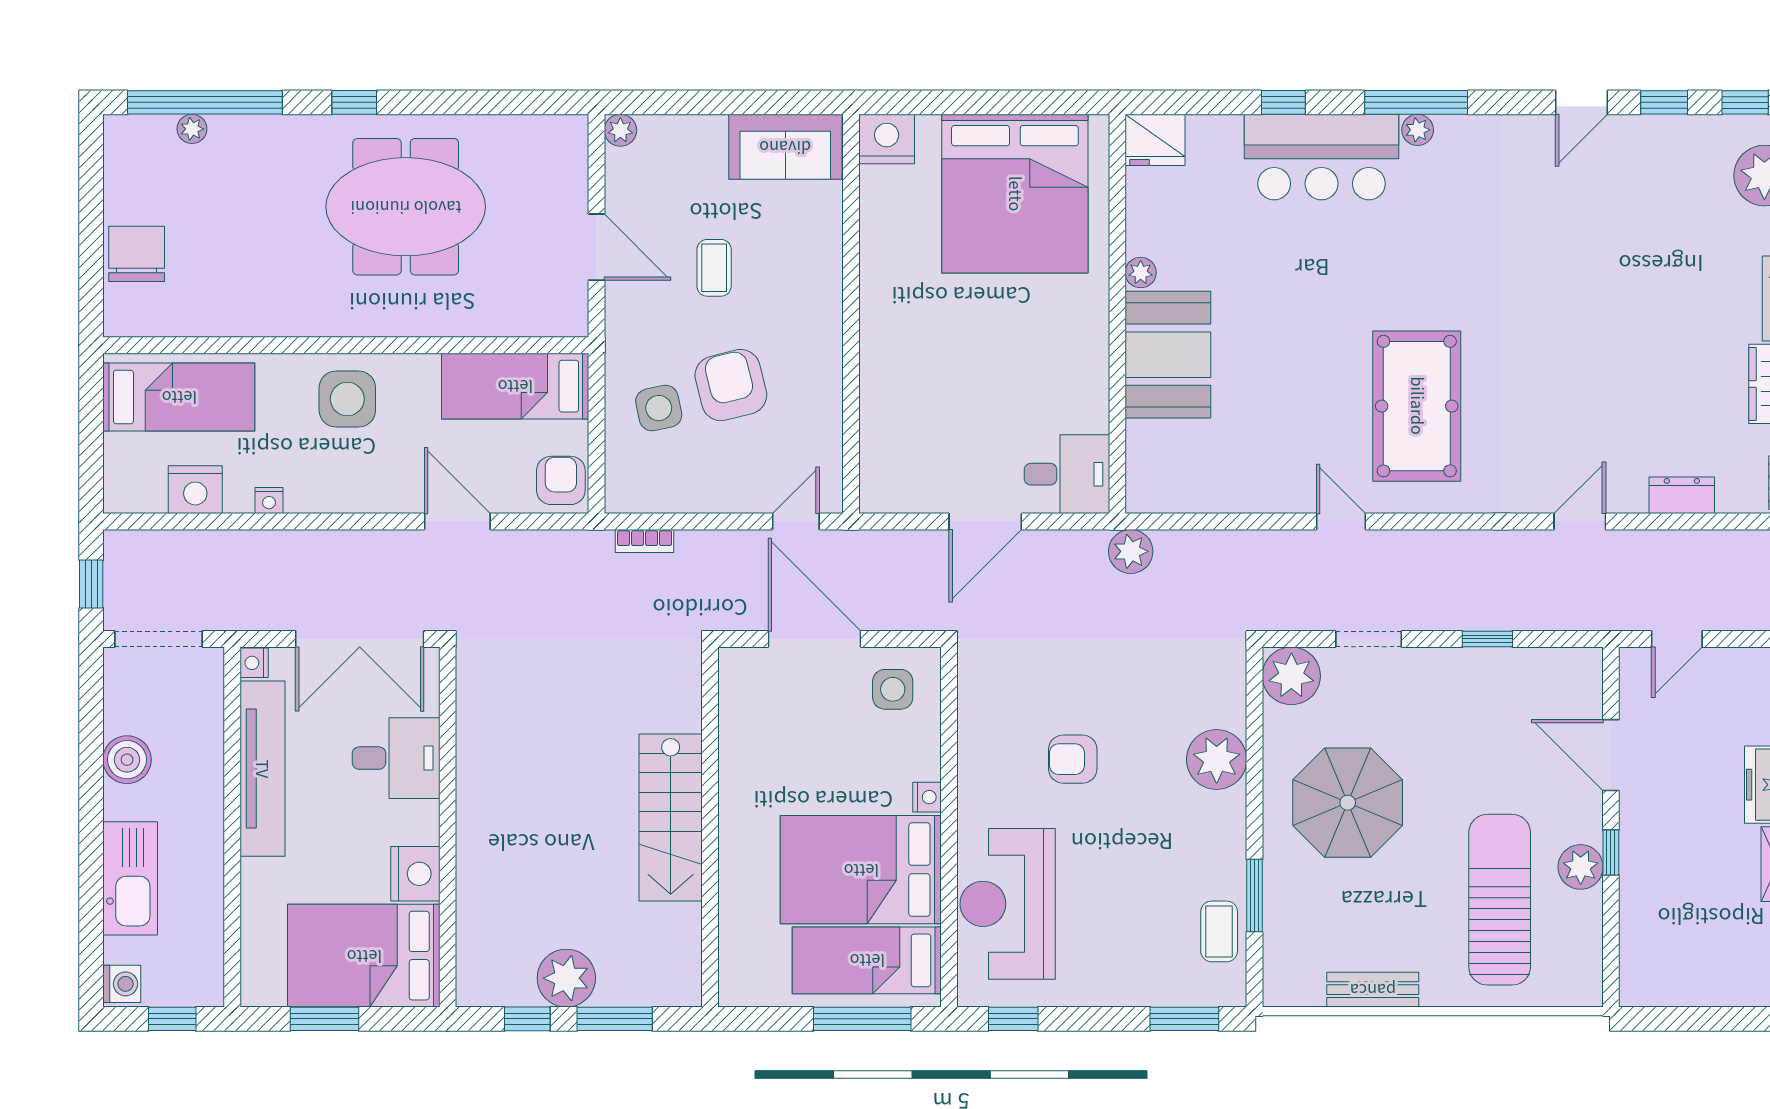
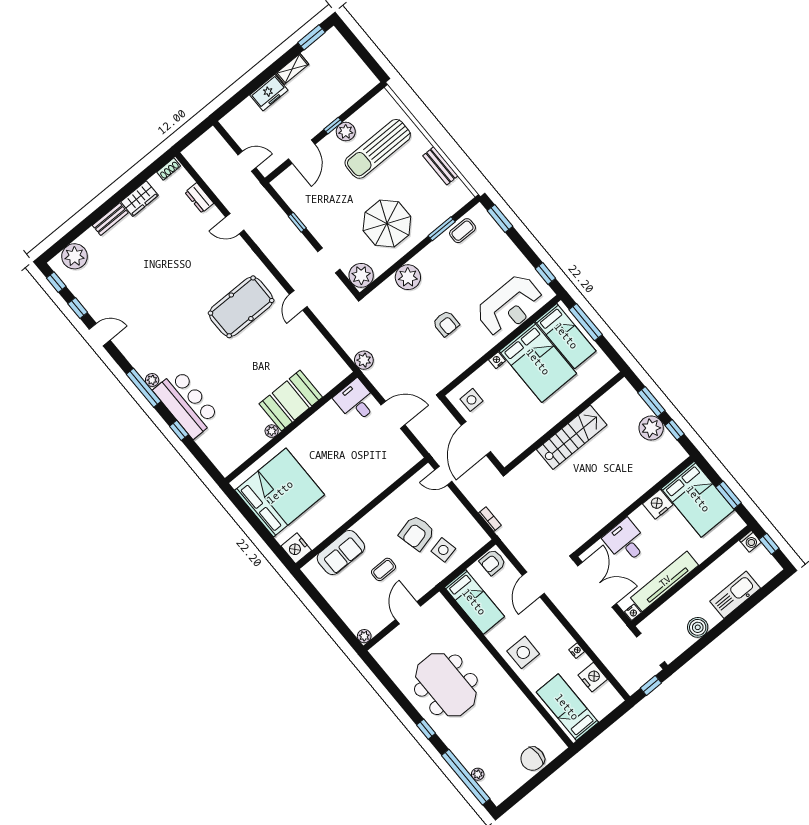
fridge: (1155, 140) -> (225, 462), removed
sofa: (785, 147) -> (341, 552), moved, turned 90
washing machine: (122, 984) -> (750, 541), moved, turned 180

